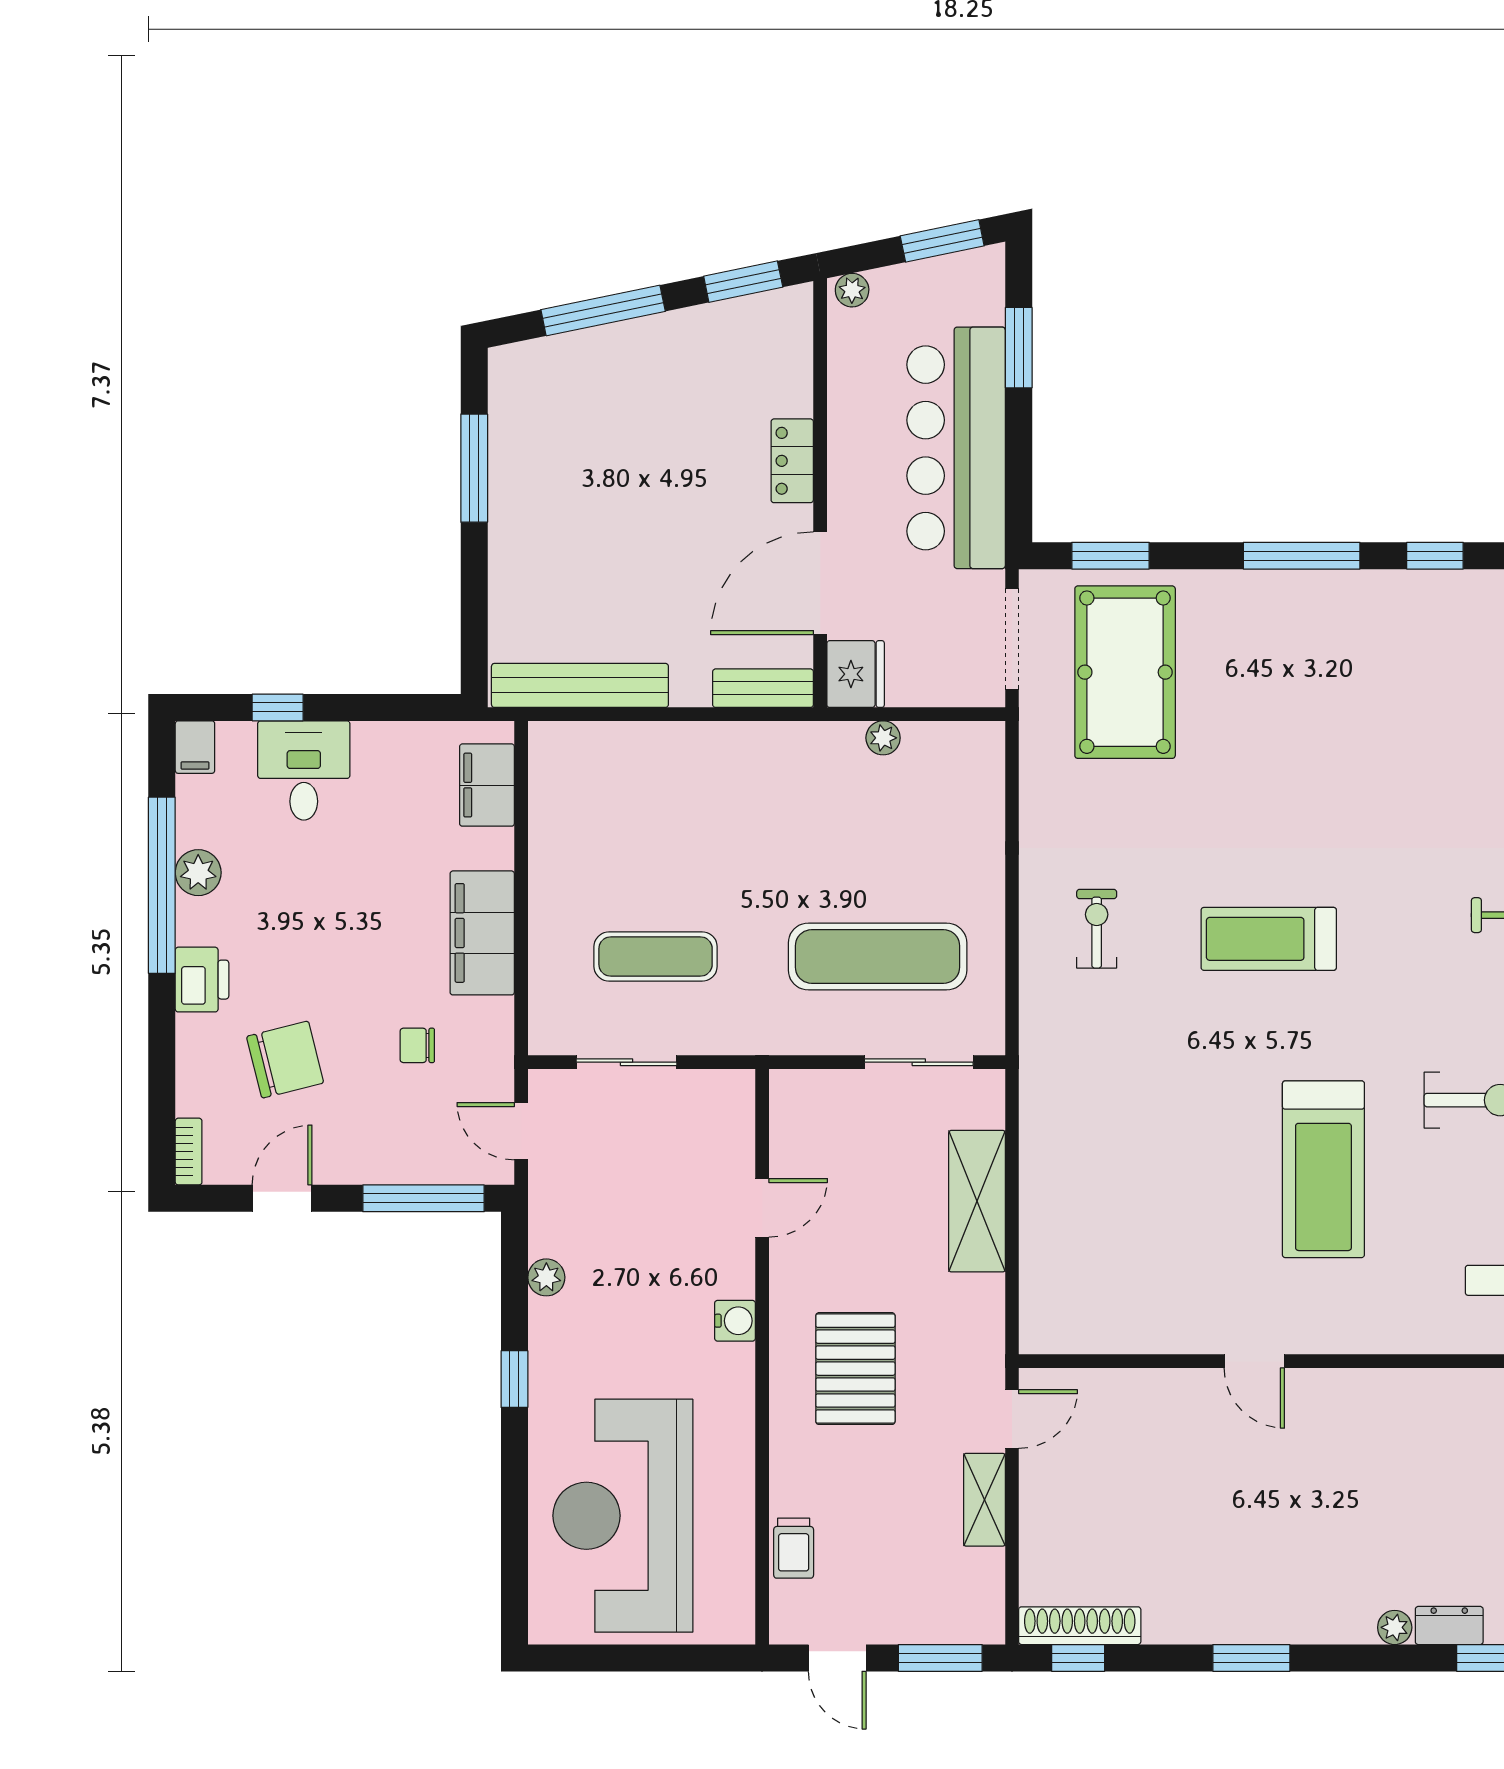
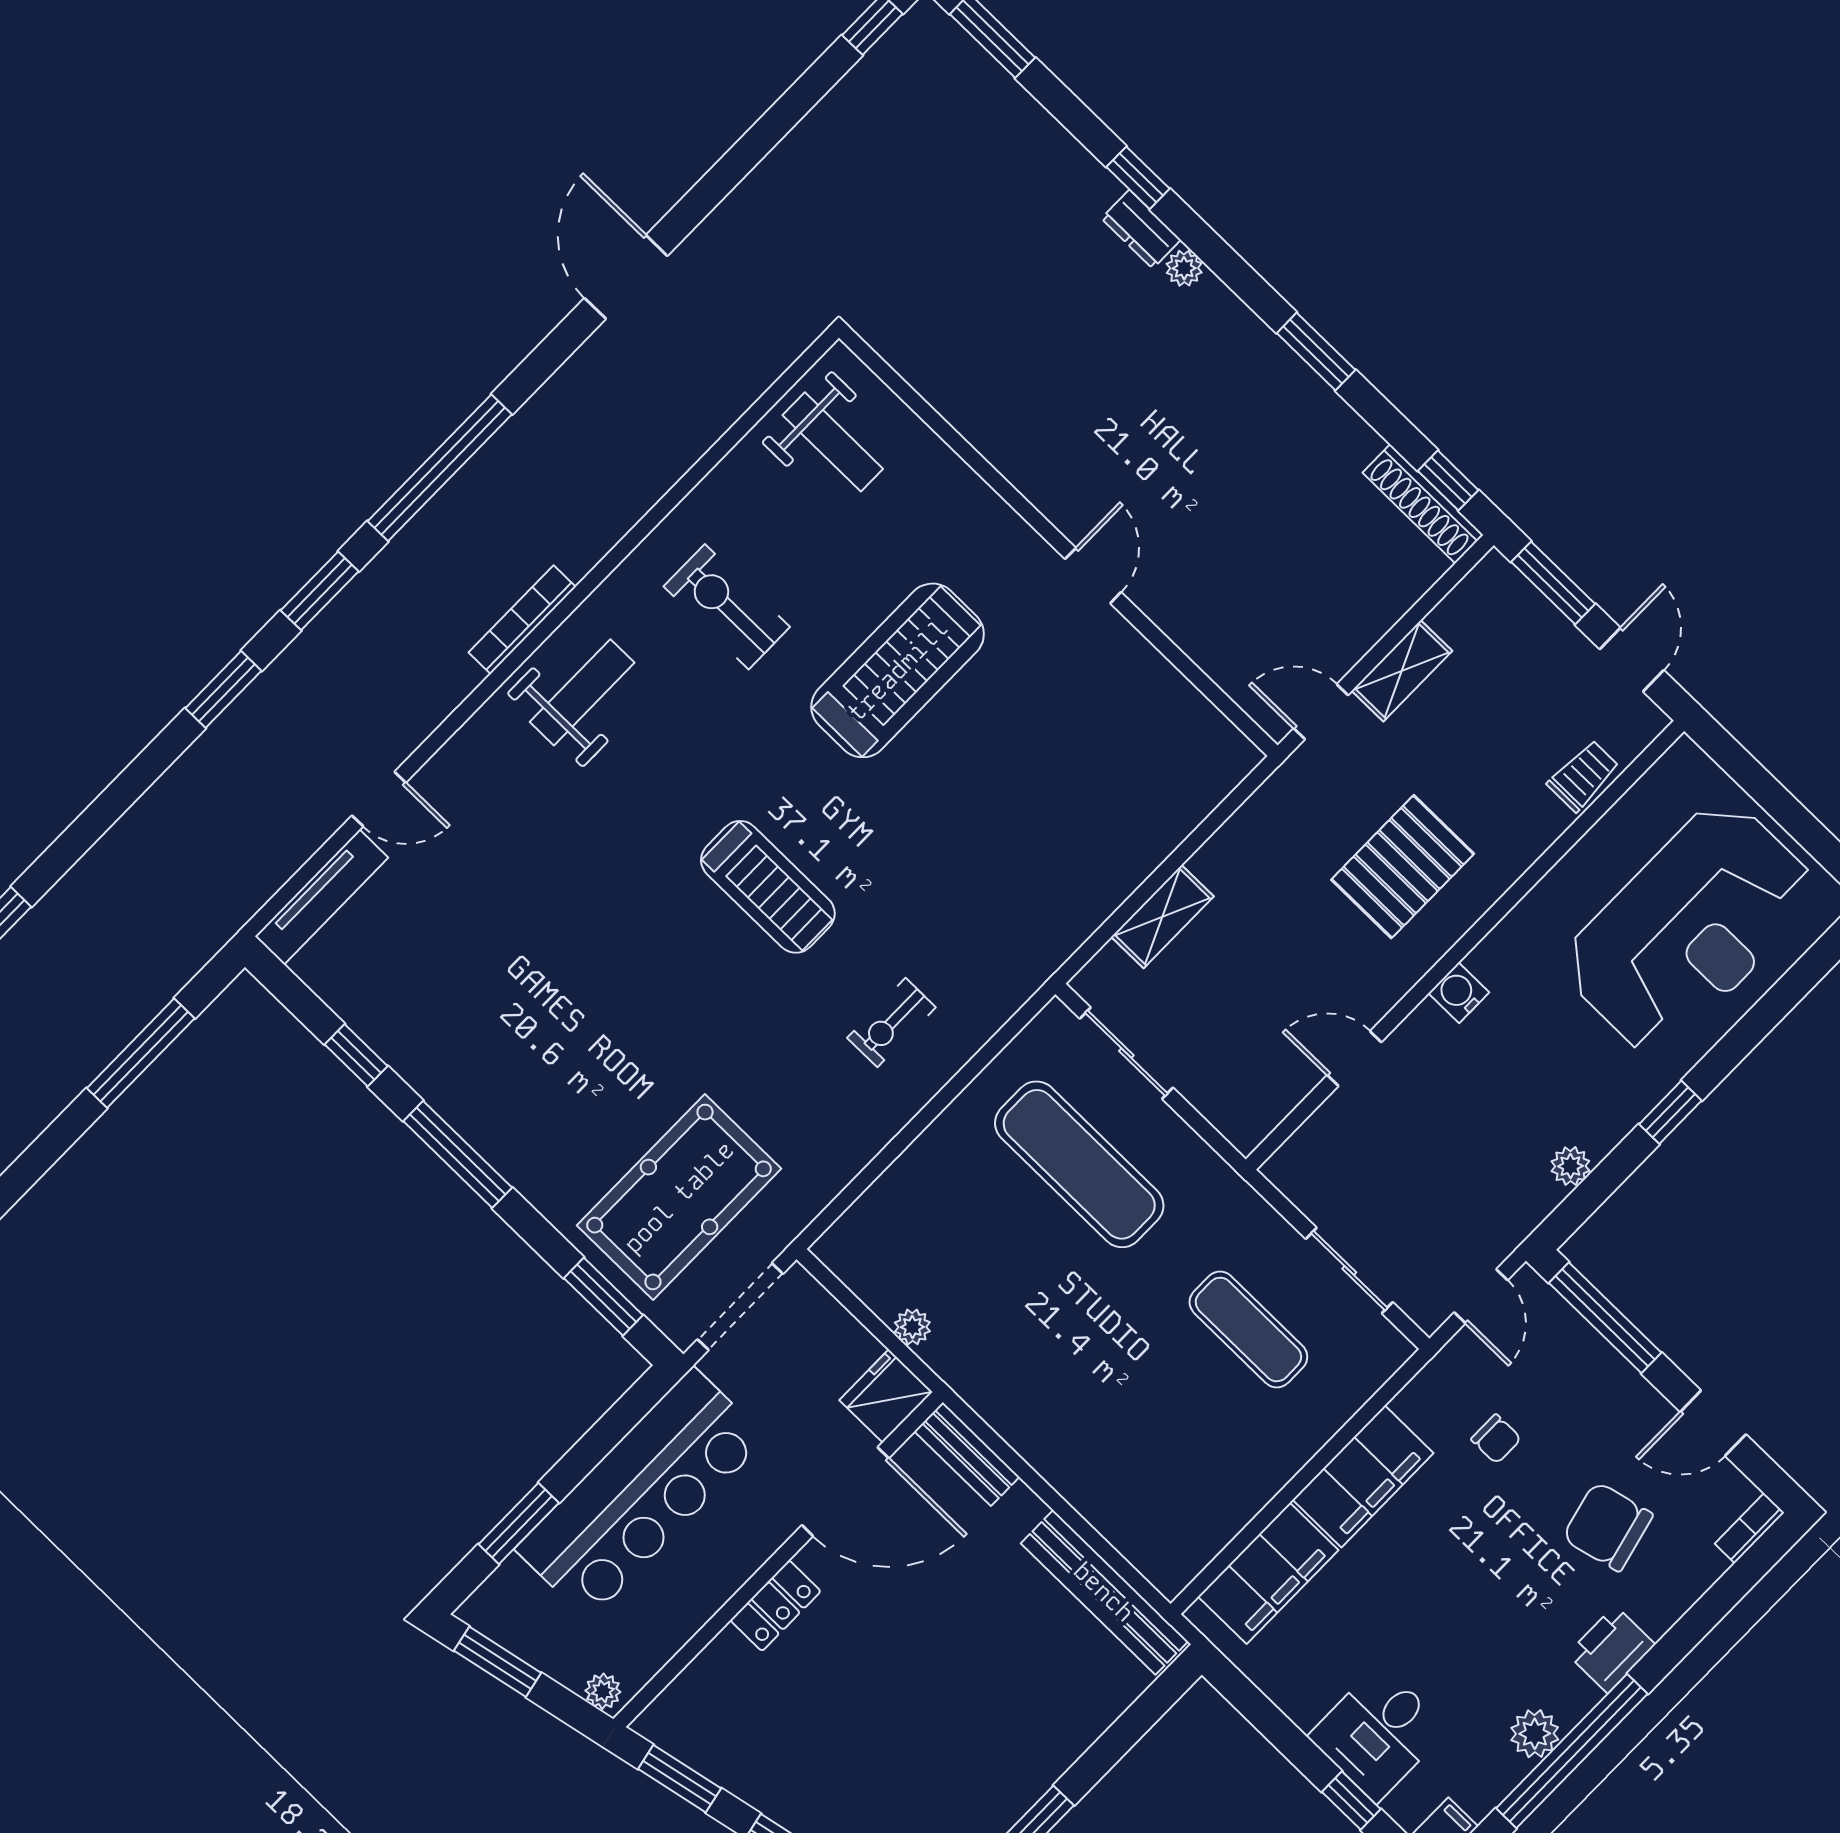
filing cabinet: (487, 785) -> (1268, 1573), width x1.50, depth x1.17
shelving: (977, 1201) -> (1162, 917), width x0.67, depth x0.75

